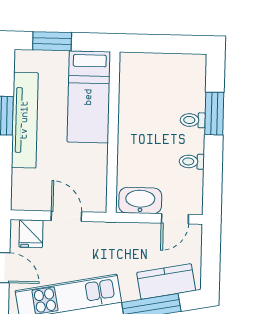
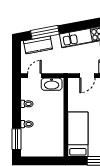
window: (214, 114) -> (17, 139), moved
door: (66, 216) -> (87, 76), hinge flipped

